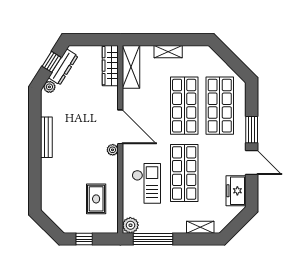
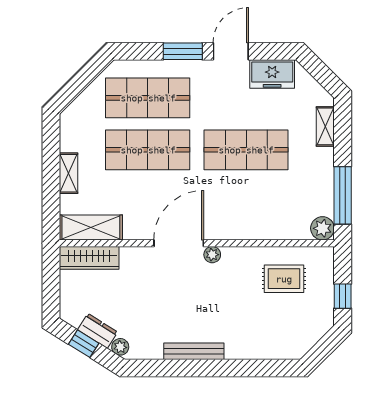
dresser: (63, 67) -> (98, 331), width x0.70
checkout: (146, 183) -> (261, 205), removed

